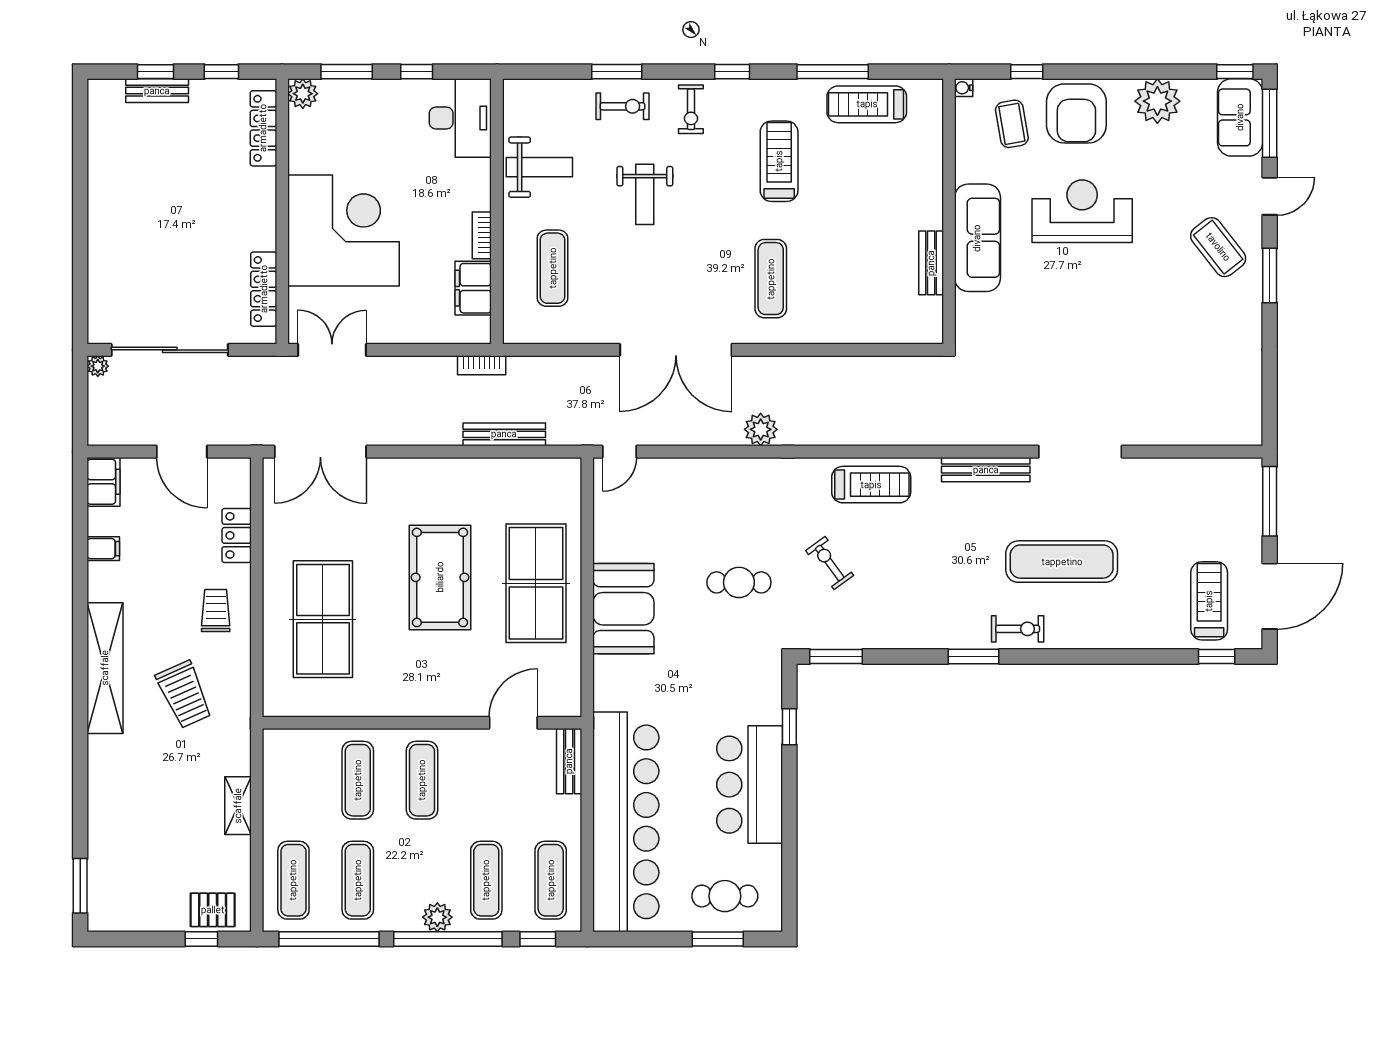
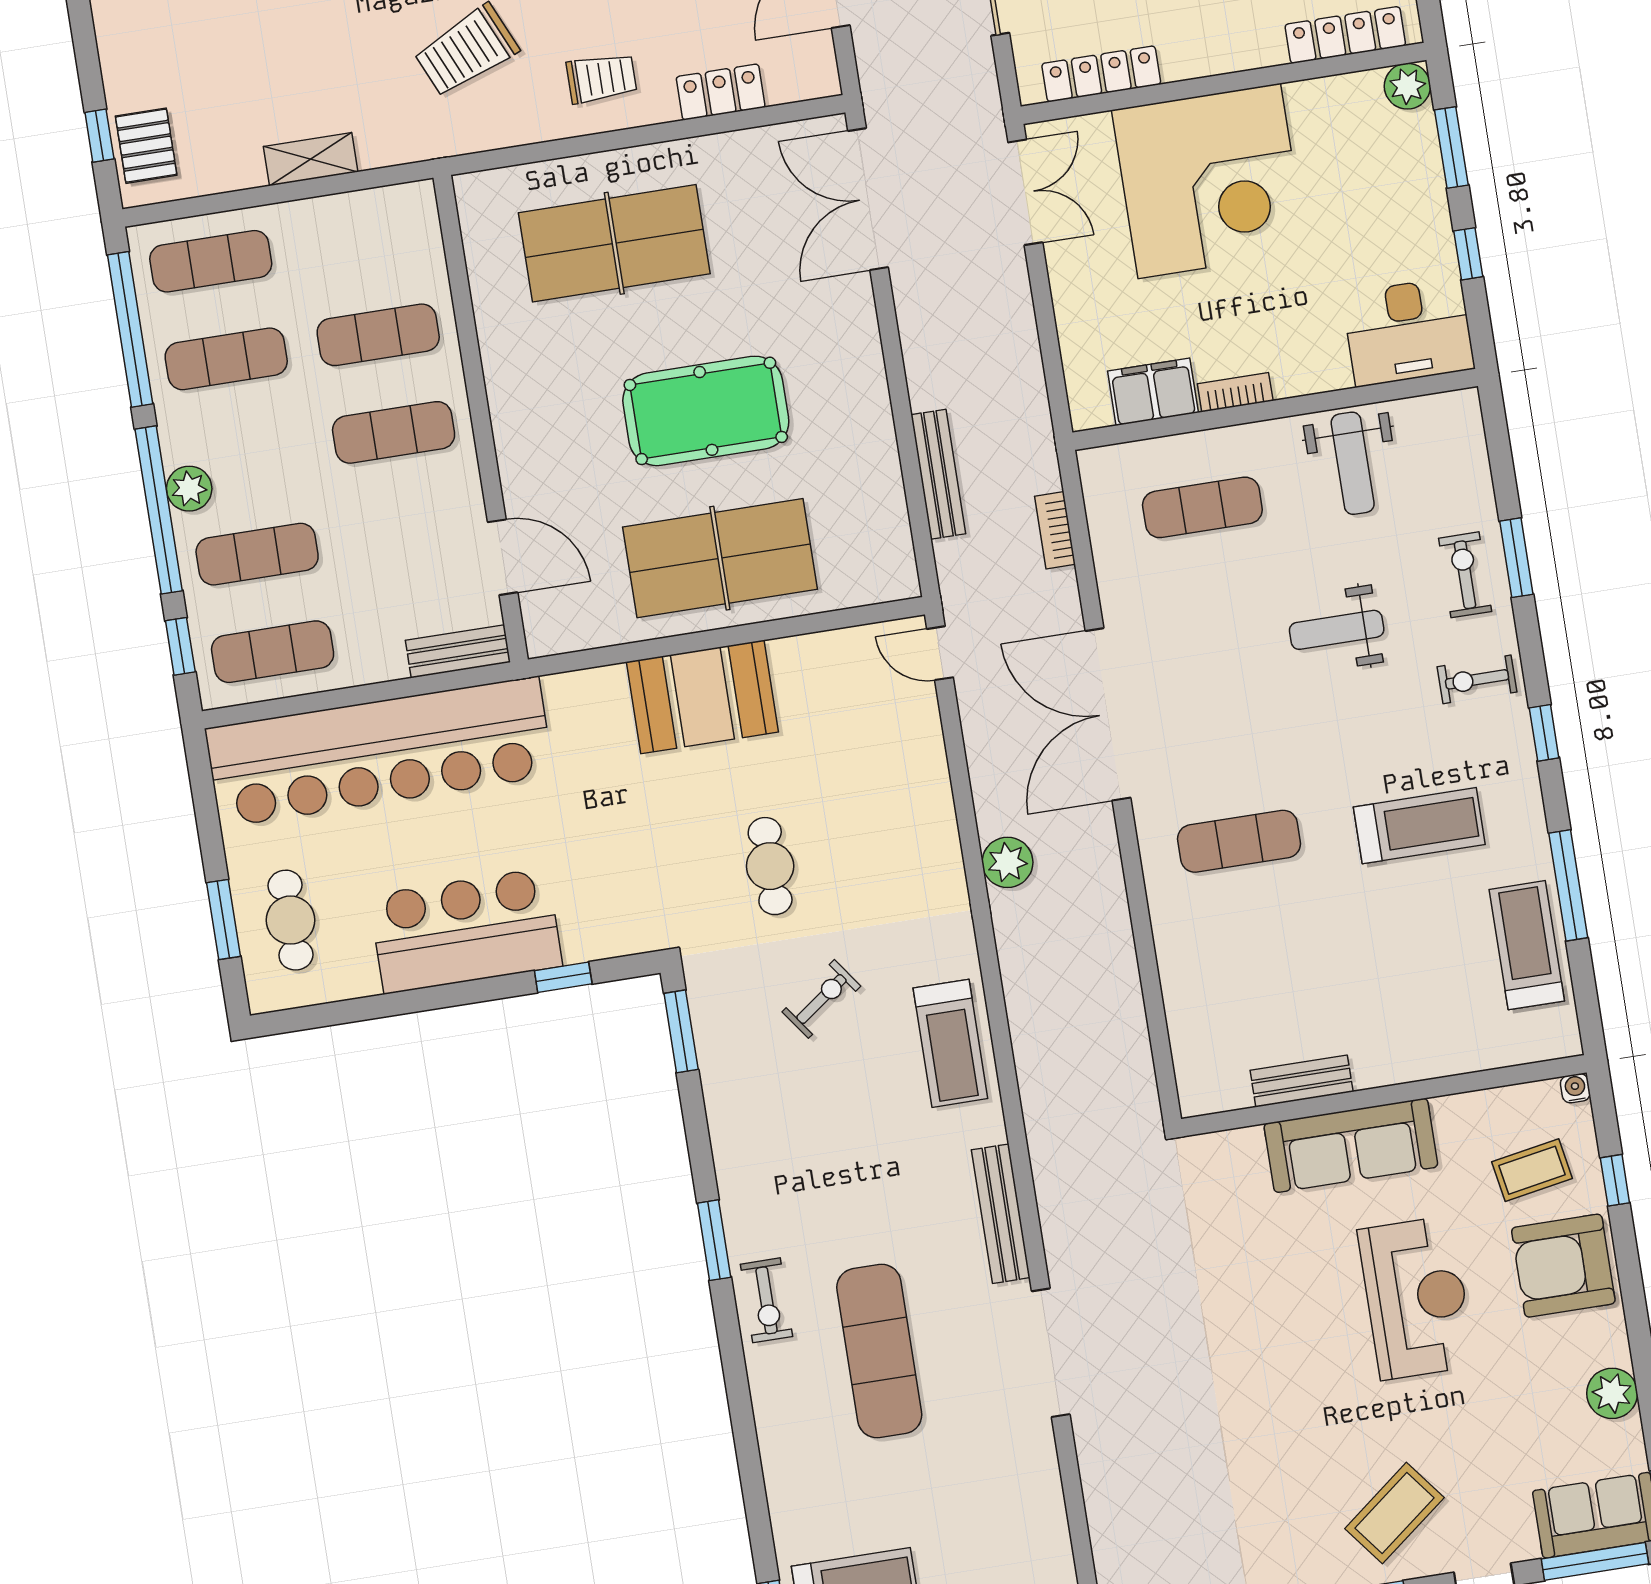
plant: (1157, 101) -> (1612, 1393), width x0.73, depth x0.73
exercise bike: (623, 106) -> (1465, 575), turned 180
bookcase: (482, 365) -> (1055, 530), moved

